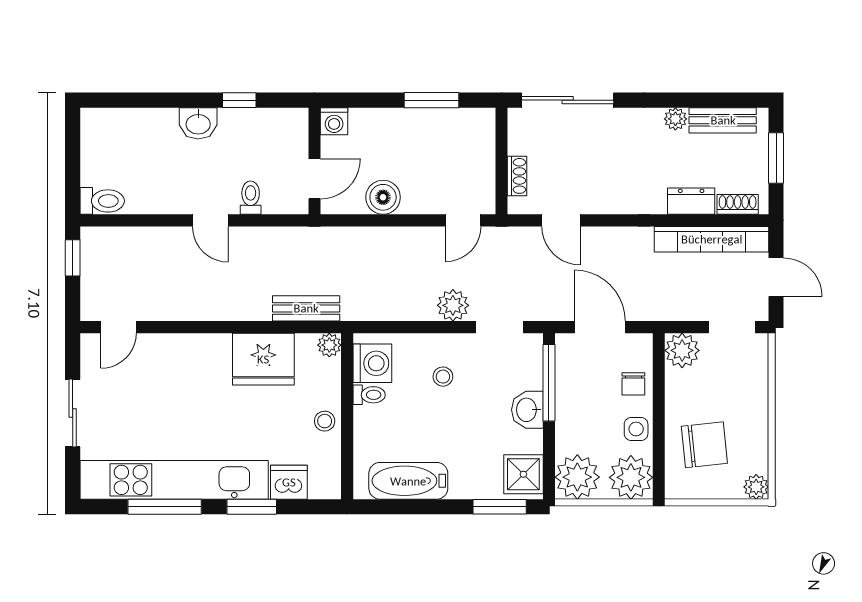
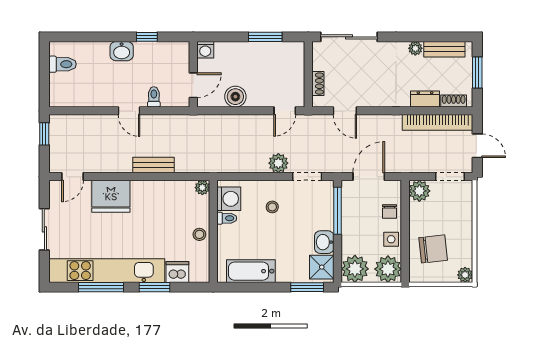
toilet: (102, 201) -> (62, 64), moved
bench: (306, 308) -> (154, 165), moved
door: (600, 327) -> (369, 177), hinge flipped
fridge: (263, 359) -> (111, 196), moved
washbasin: (527, 410) -> (324, 242), moved

